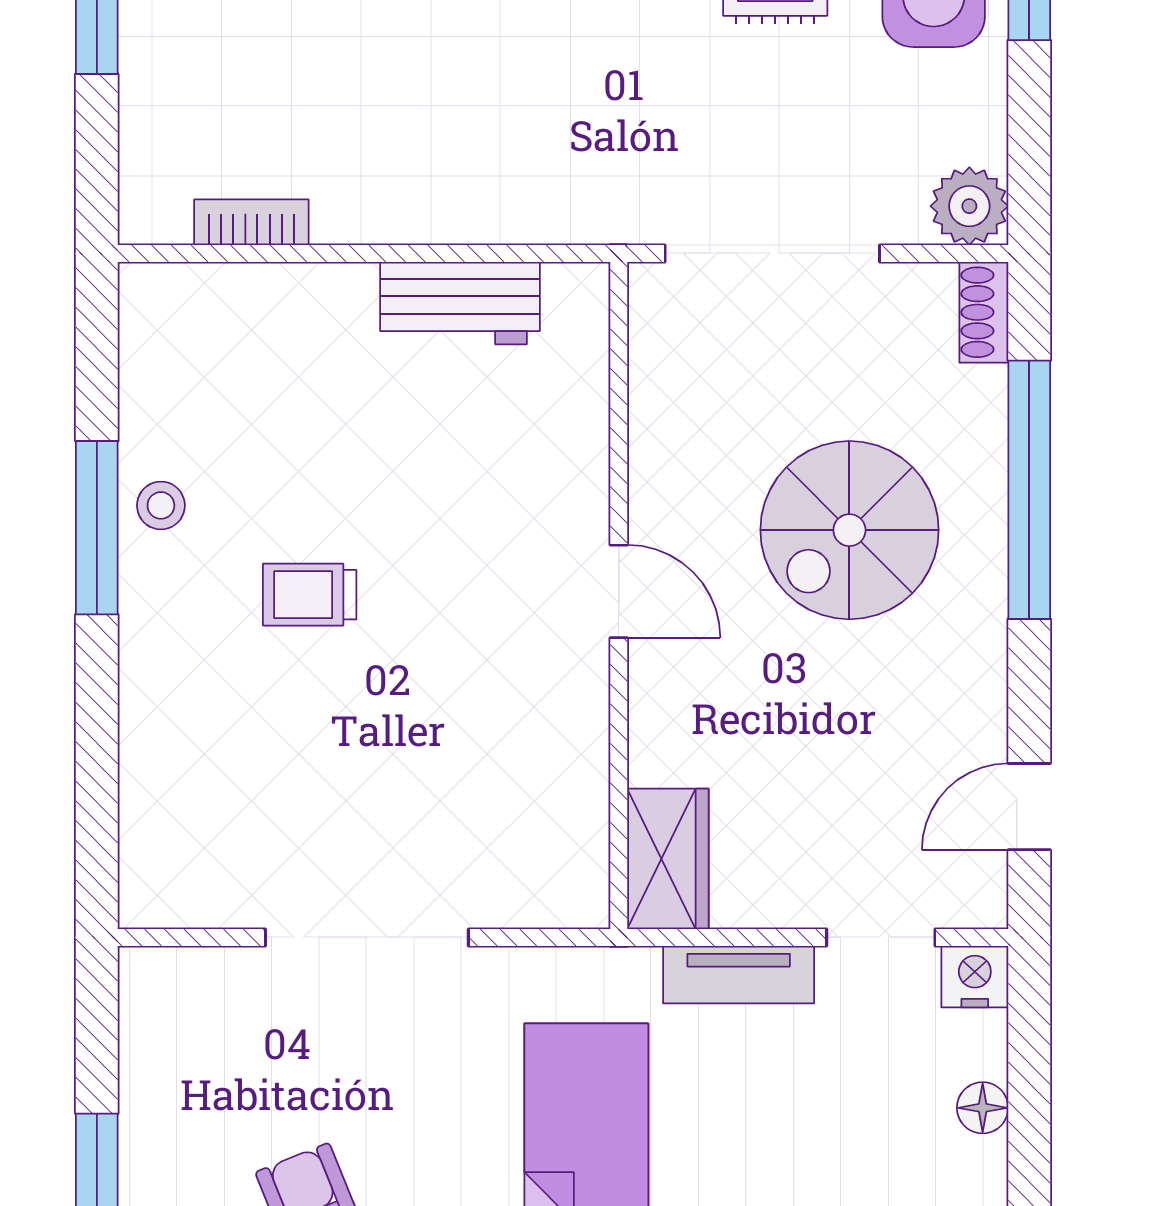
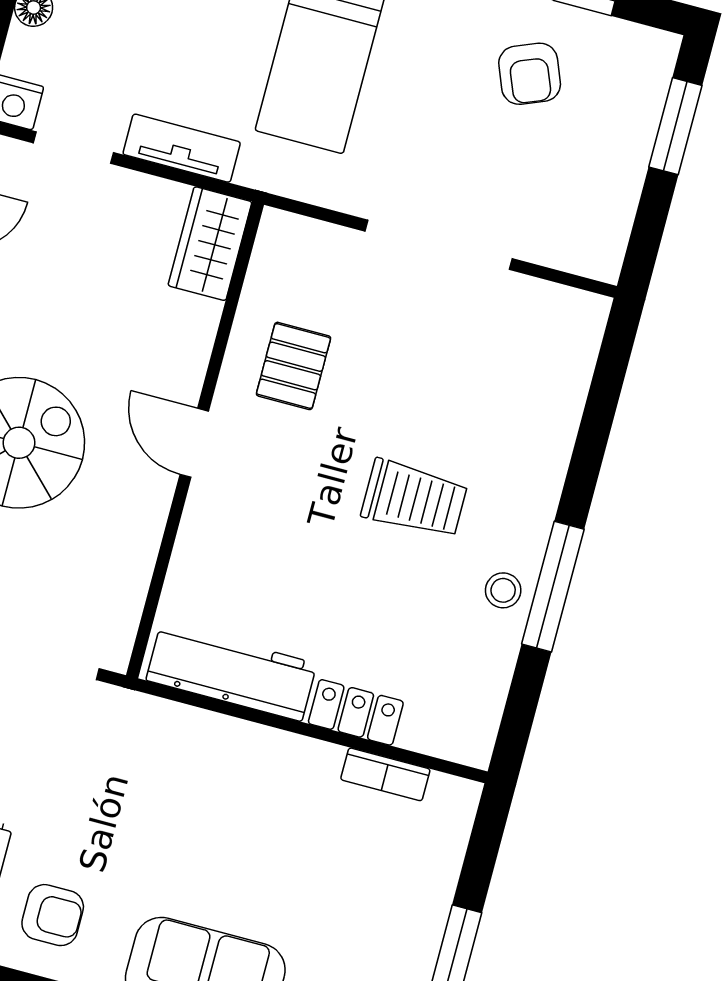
locker: (312, 293) -> (356, 712), added
workbench: (460, 303) -> (231, 672), width x1.38
trolley: (310, 595) -> (414, 499), width x1.36, depth x1.39
pallet: (515, 727) -> (293, 366), added

